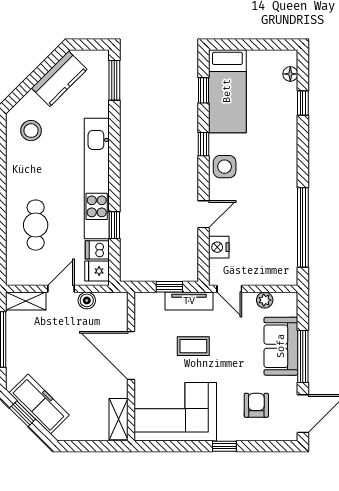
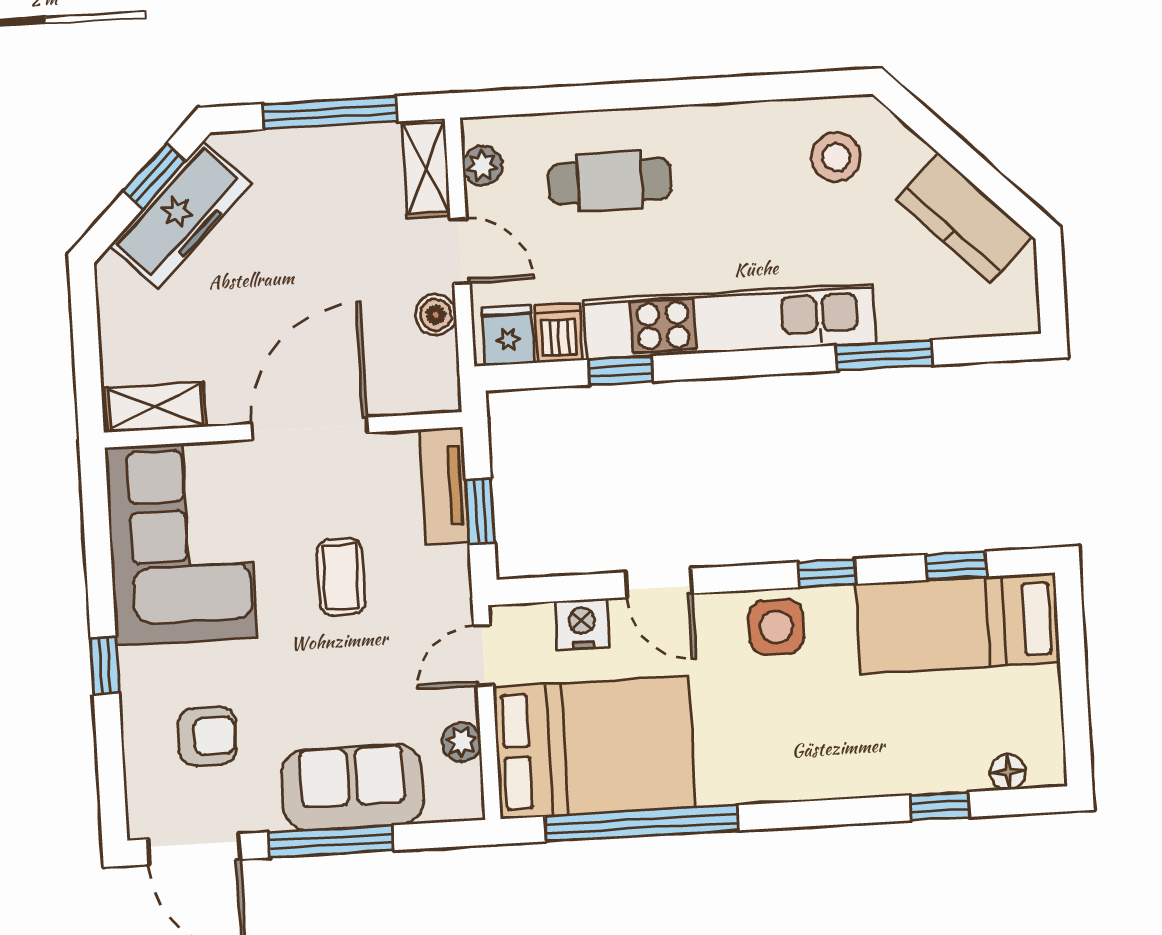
window: (114, 80) -> (884, 355), moved
bed: (270, 245) -> (594, 747), added
plant: (26, 278) -> (482, 166), added
tv unit: (189, 301) -> (444, 486), moved

